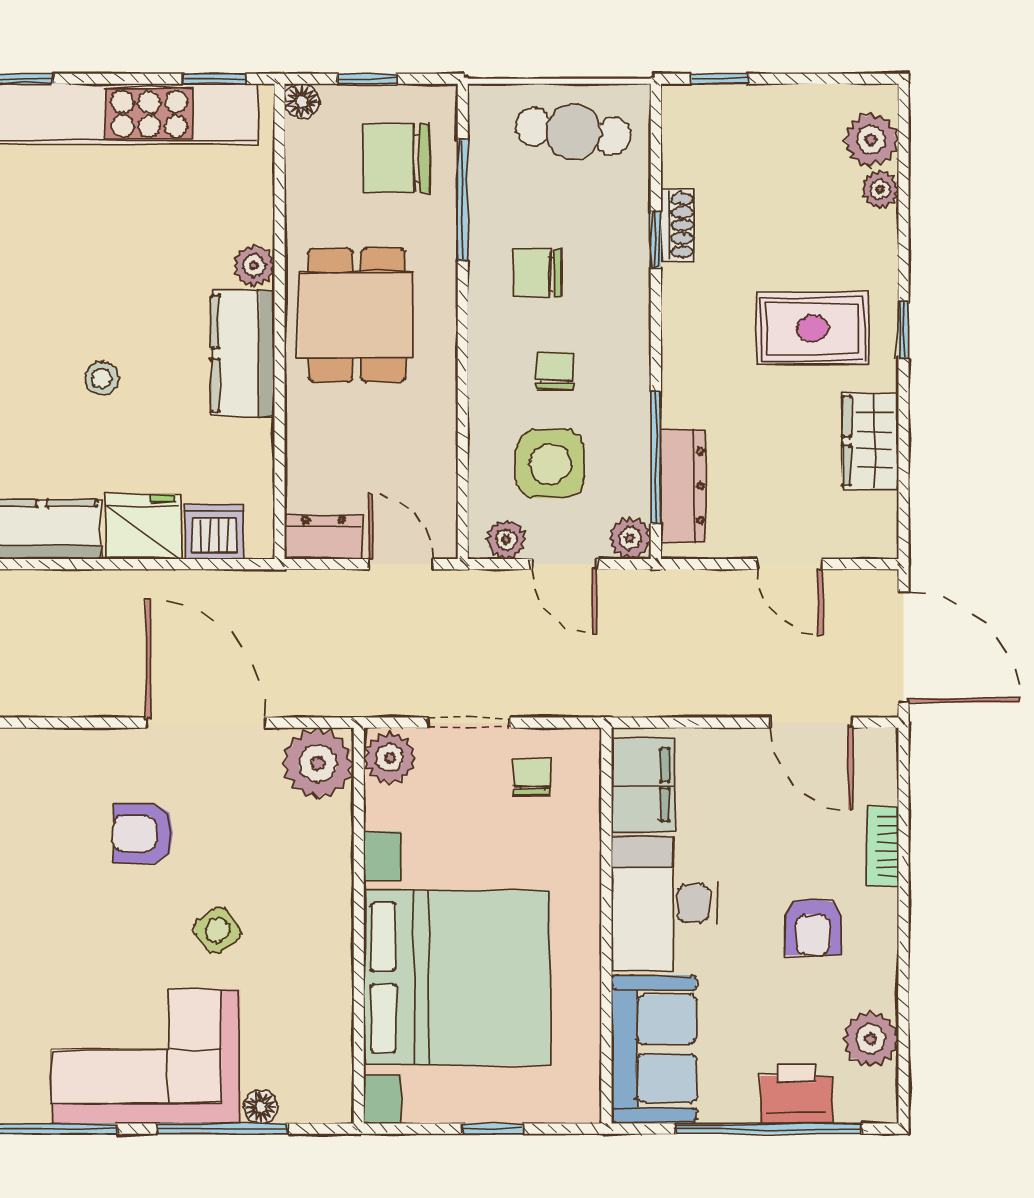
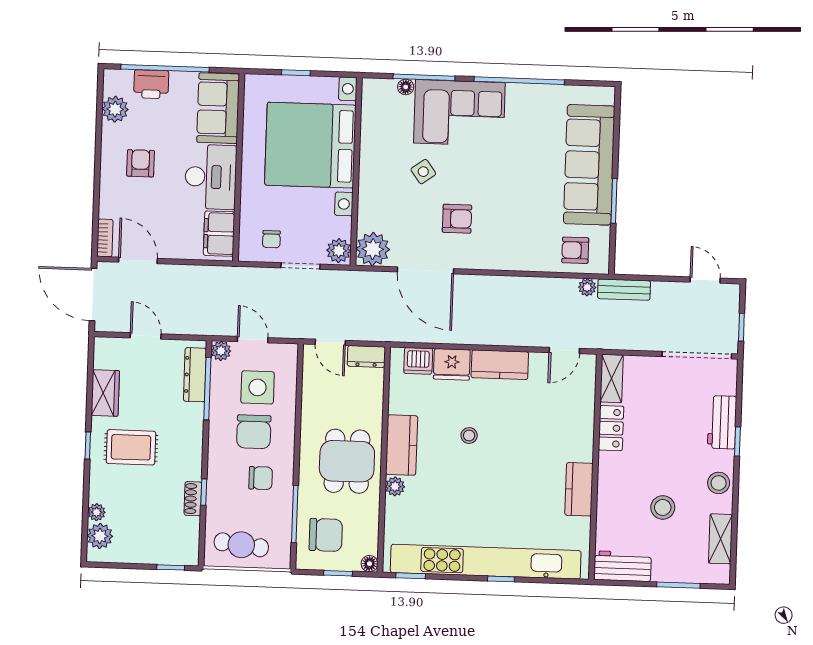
chair: (555, 370) -> (254, 432), width x1.87, depth x1.87
plant: (506, 540) -> (280, 352), removed
bookcase: (883, 847) -> (105, 238), moved

